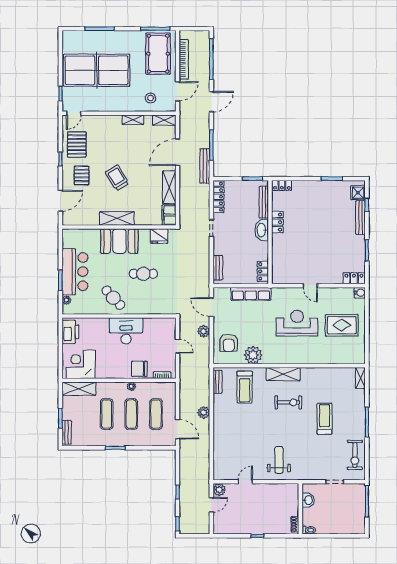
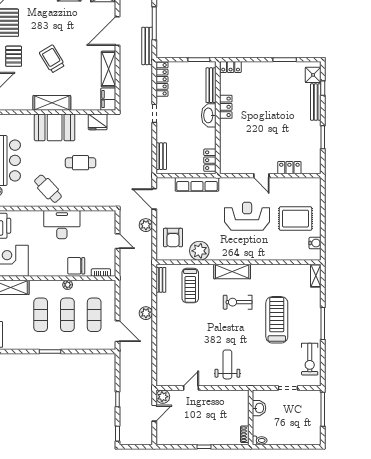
locker: (354, 278) -> (289, 168), moved
water cooler: (360, 293) -> (315, 243), moved
exercise bike: (288, 402) -> (238, 302), turned 180
treadmill: (324, 419) -> (277, 320), width x1.37, depth x1.38

